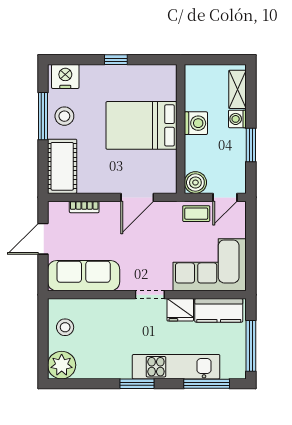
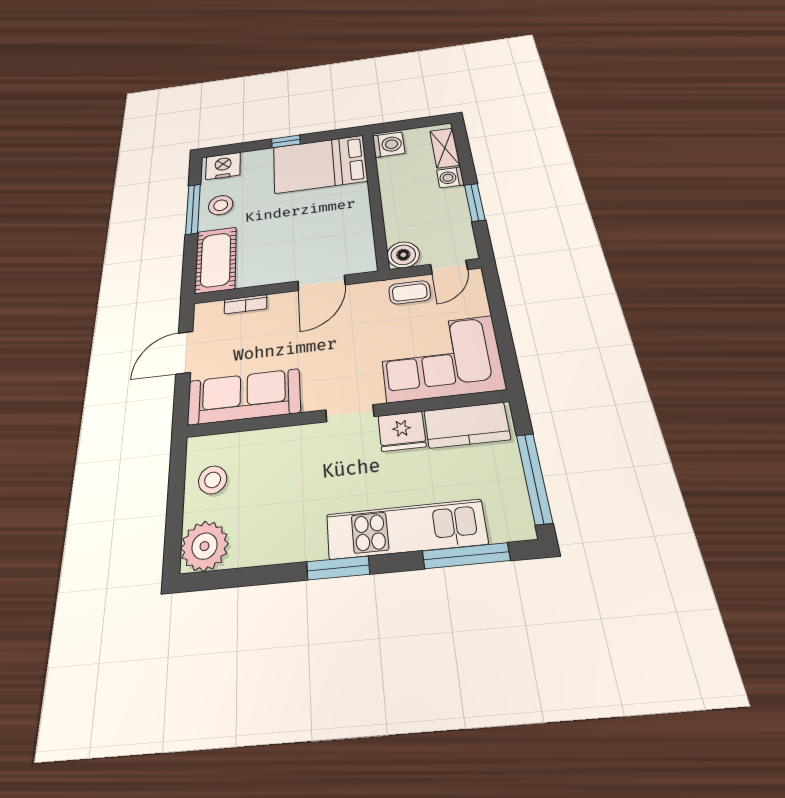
washing machine: (196, 123) -> (389, 145), moved
bed: (141, 125) -> (320, 164), moved

